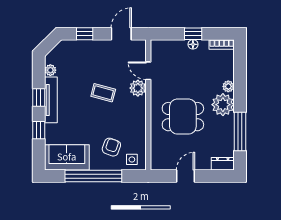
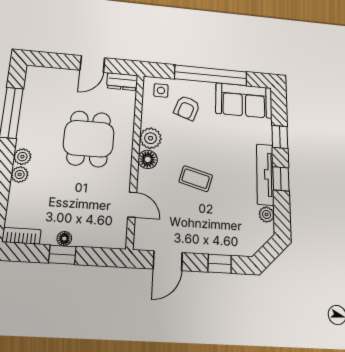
plant: (138, 88) -> (151, 138), moved
floor lamp: (139, 104) -> (148, 159), added
plant: (223, 105) -> (22, 157), width x0.53, depth x0.53
dining table: (183, 117) -> (89, 139), turned 90
dresser: (223, 164) -> (122, 82), moved

